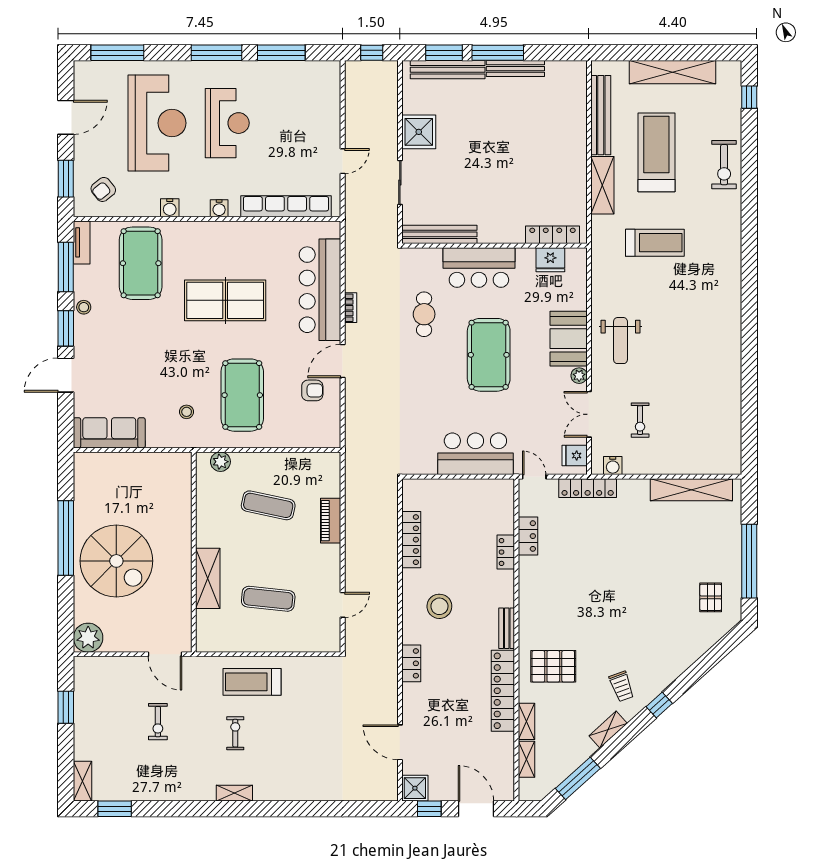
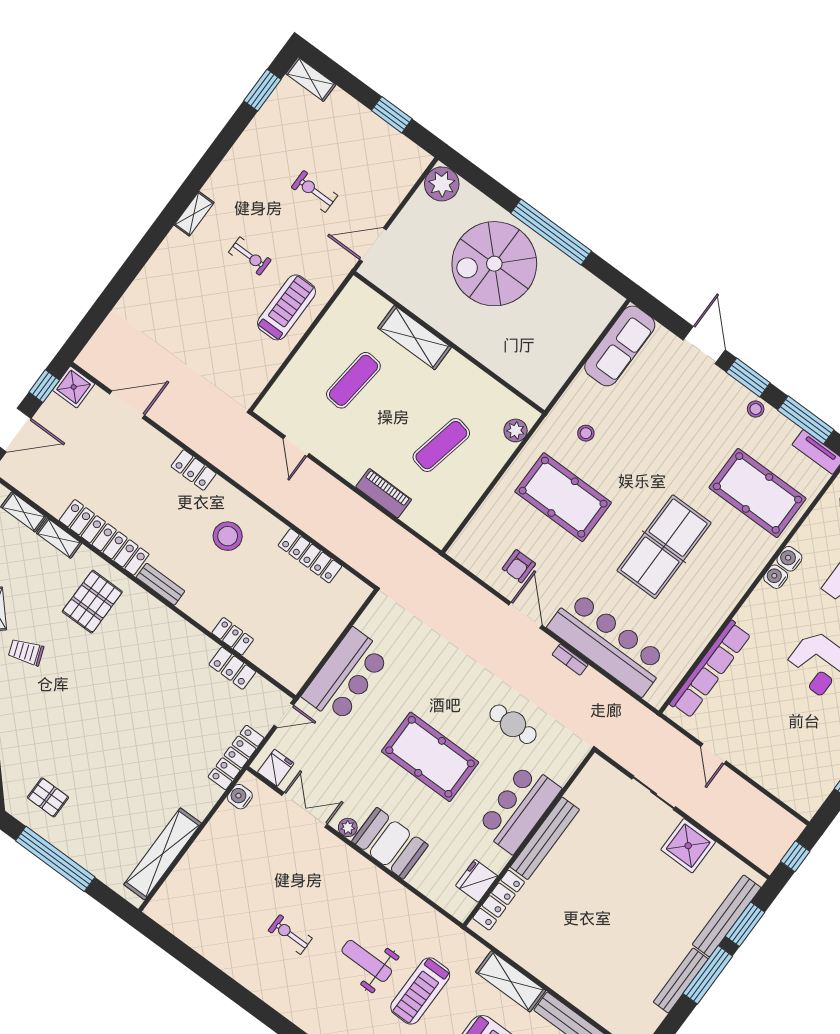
water cooler: (219, 208) -> (776, 577), moved
bench: (439, 234) -> (545, 838), moved
weight bench: (620, 341) -> (367, 961), moved
exercise bike: (640, 420) -> (290, 934), moved

